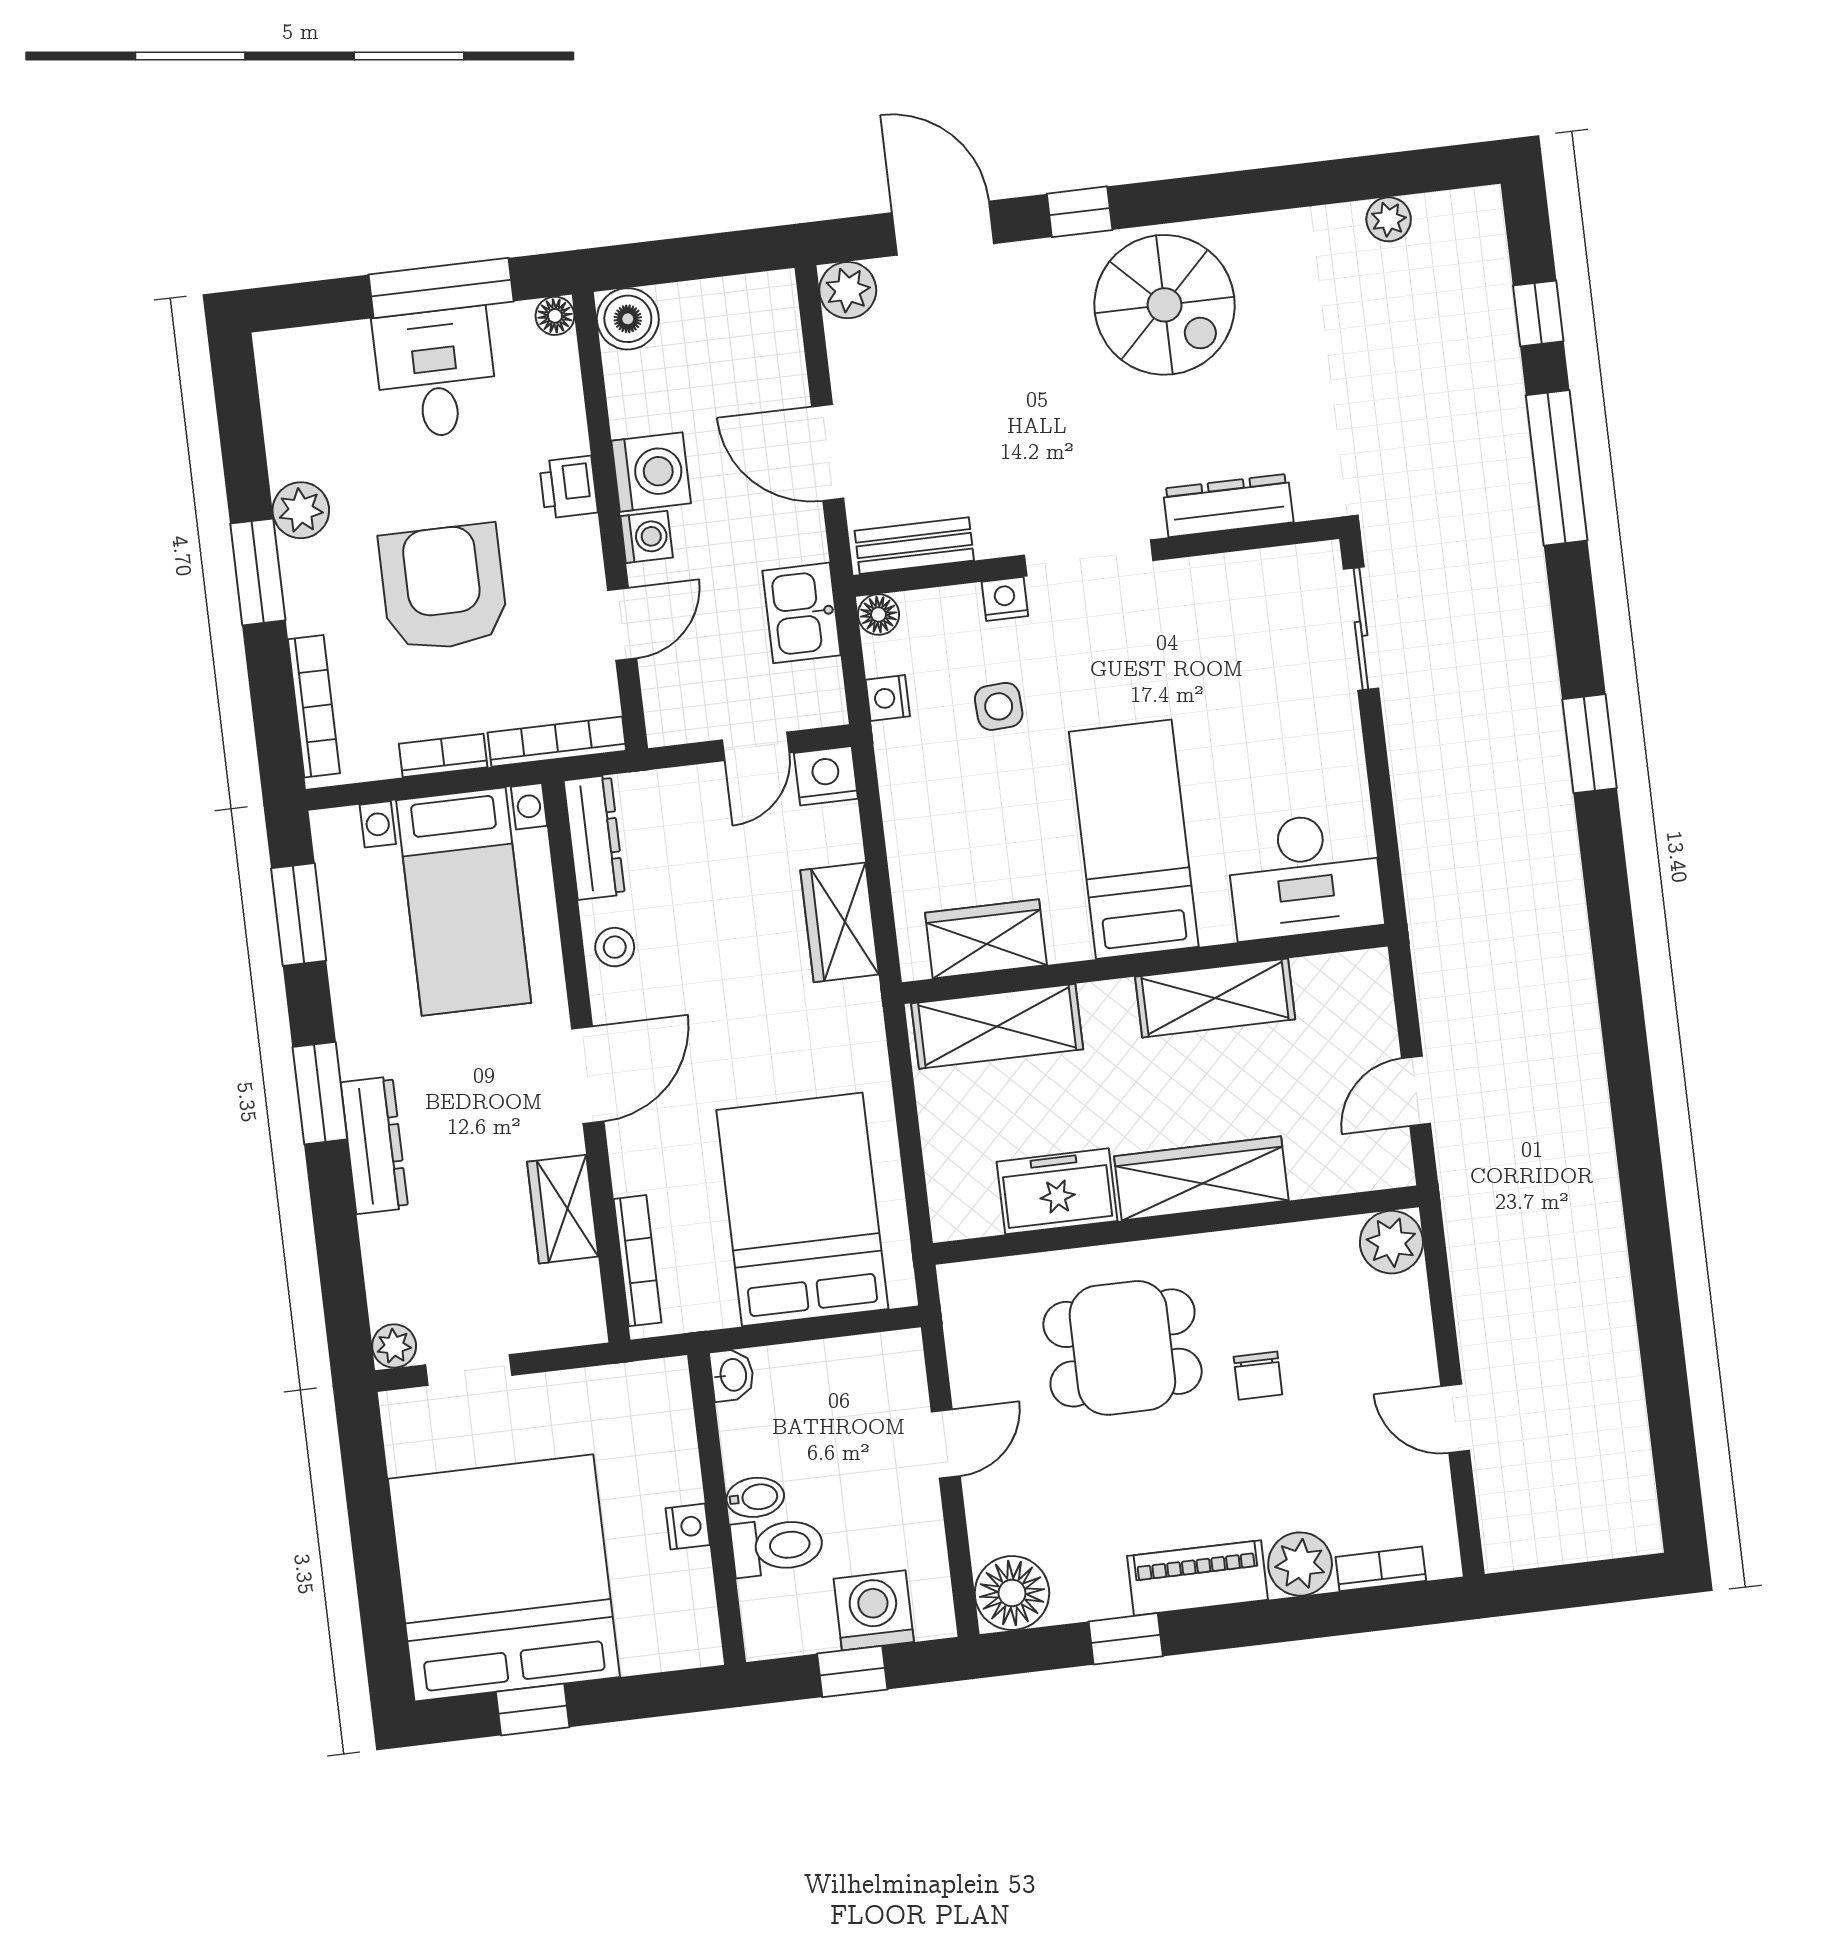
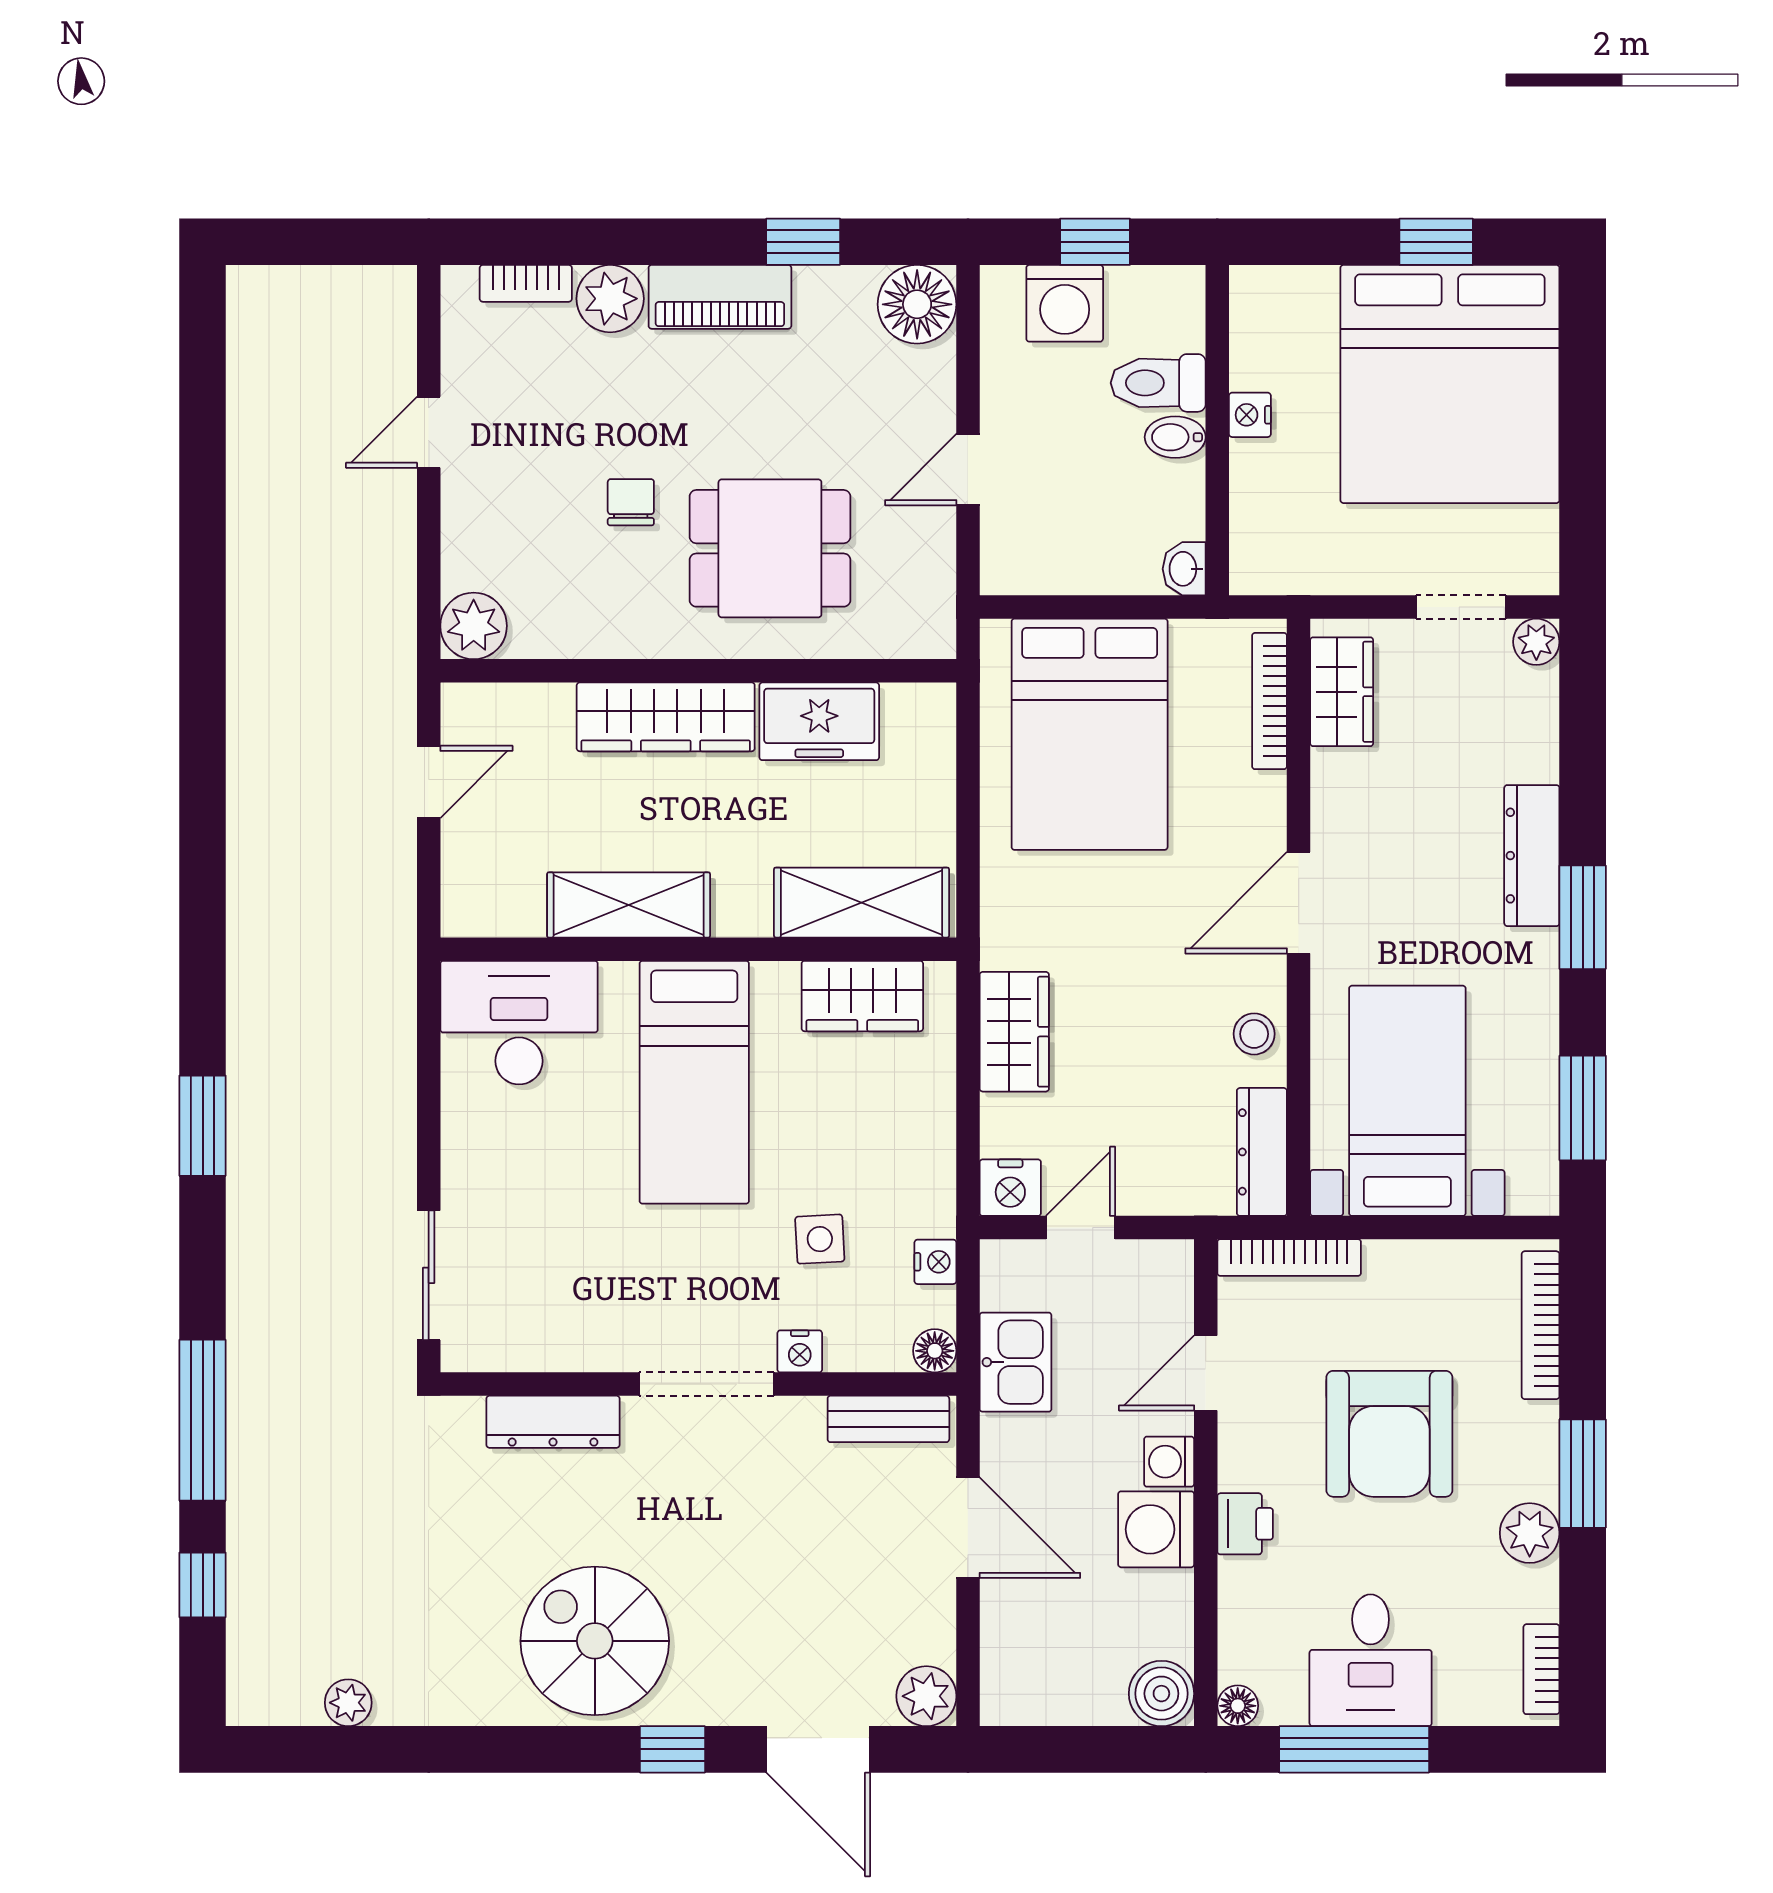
bookcase: (443, 755) -> (1541, 1669), moved, turned 90
wardrobe: (563, 1209) -> (1342, 692), moved
door: (1455, 1419) -> (429, 432), swing flipped

